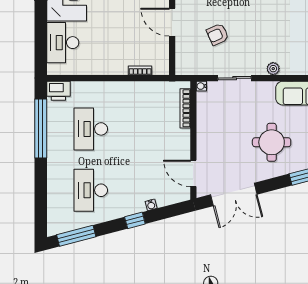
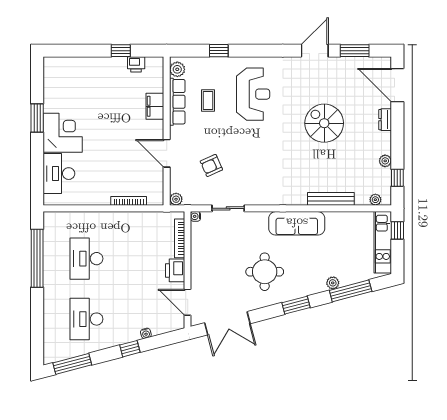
plant: (273, 69) -> (176, 199), moved
bookcase: (140, 70) -> (129, 201), width x1.56
printer: (58, 91) -> (175, 270), moved, turned 90

